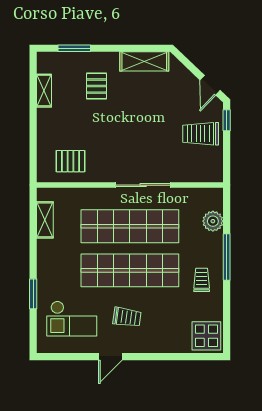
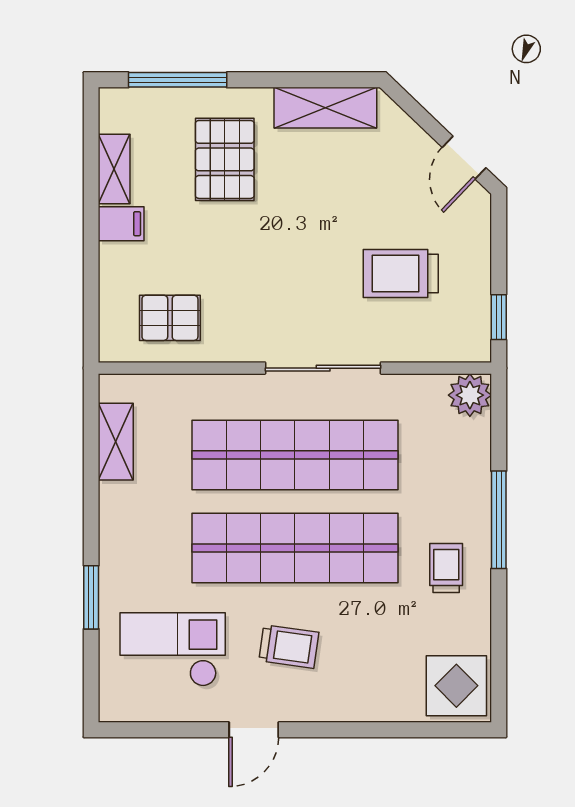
window: (74, 48) -> (178, 80), width x1.44
pallet: (97, 86) -> (225, 159), width x1.50, depth x1.42
filing cabinet: (47, 117) -> (121, 224), added
window: (227, 120) -> (499, 317), moved
trolley: (201, 134) -> (401, 273), moved
plant: (213, 221) -> (470, 395), moved
checkout: (72, 319) -> (173, 649), turned 180

